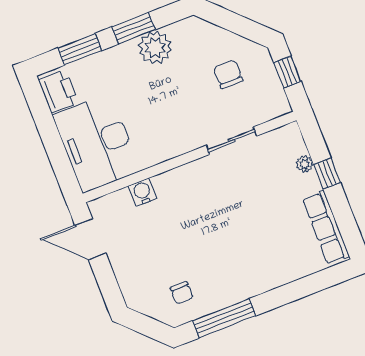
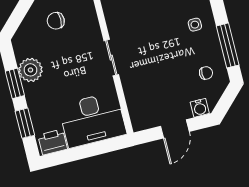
sliding door: (232, 141) -> (111, 58), moved
water cooler: (142, 192) -> (200, 108), moved, turned -90
door: (90, 239) -> (175, 129), moved
side table: (247, 269) -> (195, 25), added

